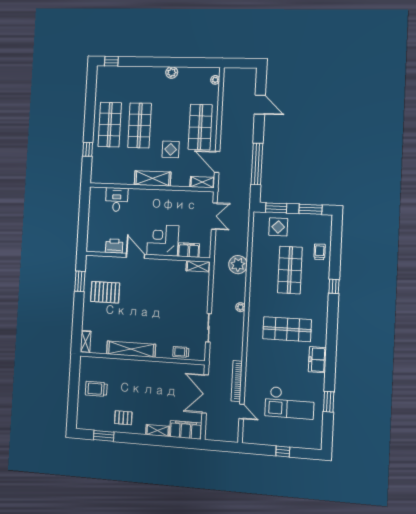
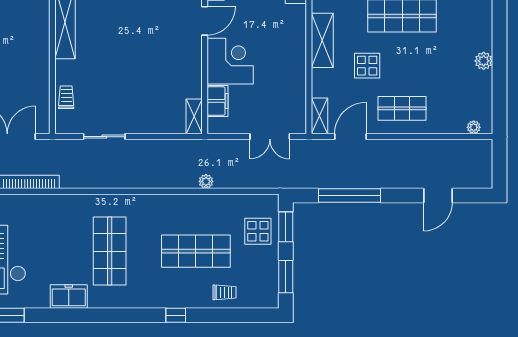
shop shelf: (200, 127) -> (402, 108), width x0.70, depth x0.74
plant: (238, 265) -> (206, 181), width x0.53, depth x0.53
plant: (240, 307) -> (138, 182), removed

